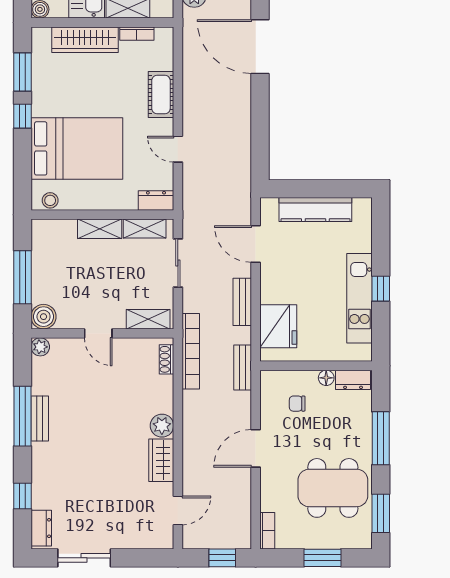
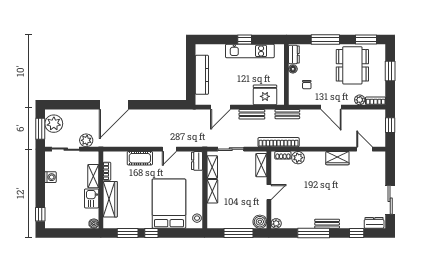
bench: (40, 418) -> (327, 224), moved
plant: (162, 426) -> (298, 158), moved
plant: (269, 501) -> (360, 100), added

